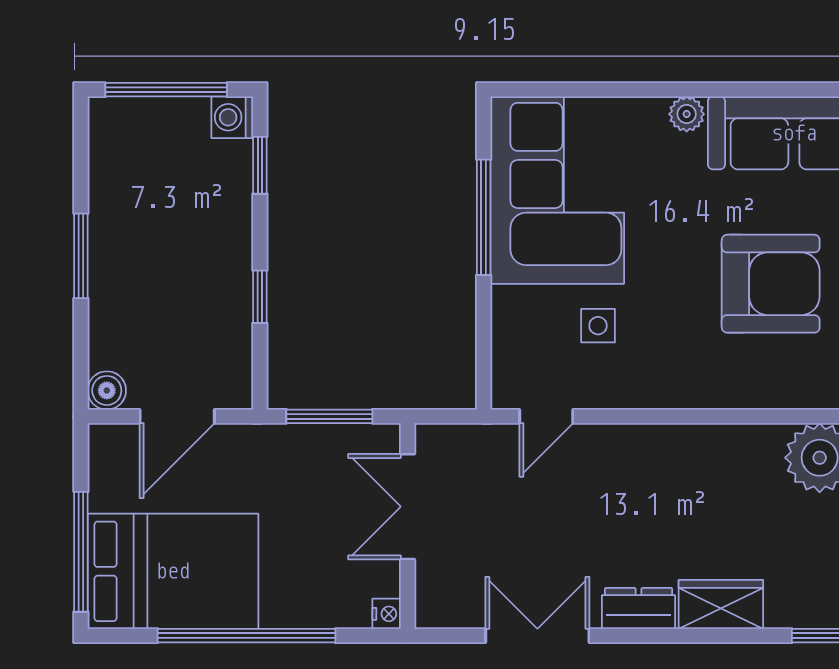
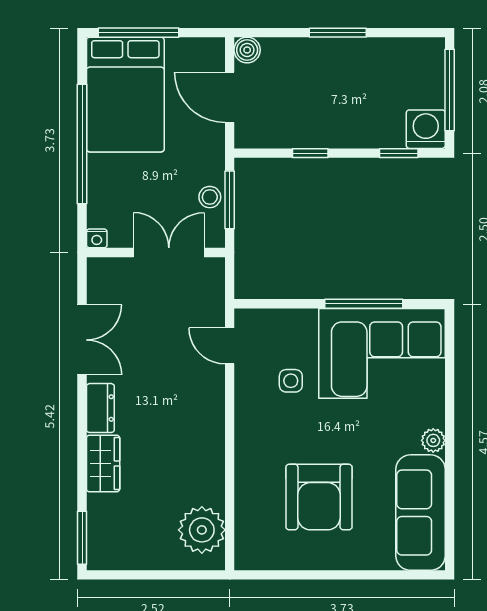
washing machine: (232, 117) -> (426, 129), width x1.38, depth x1.38
stool: (325, 446) -> (210, 197), added

